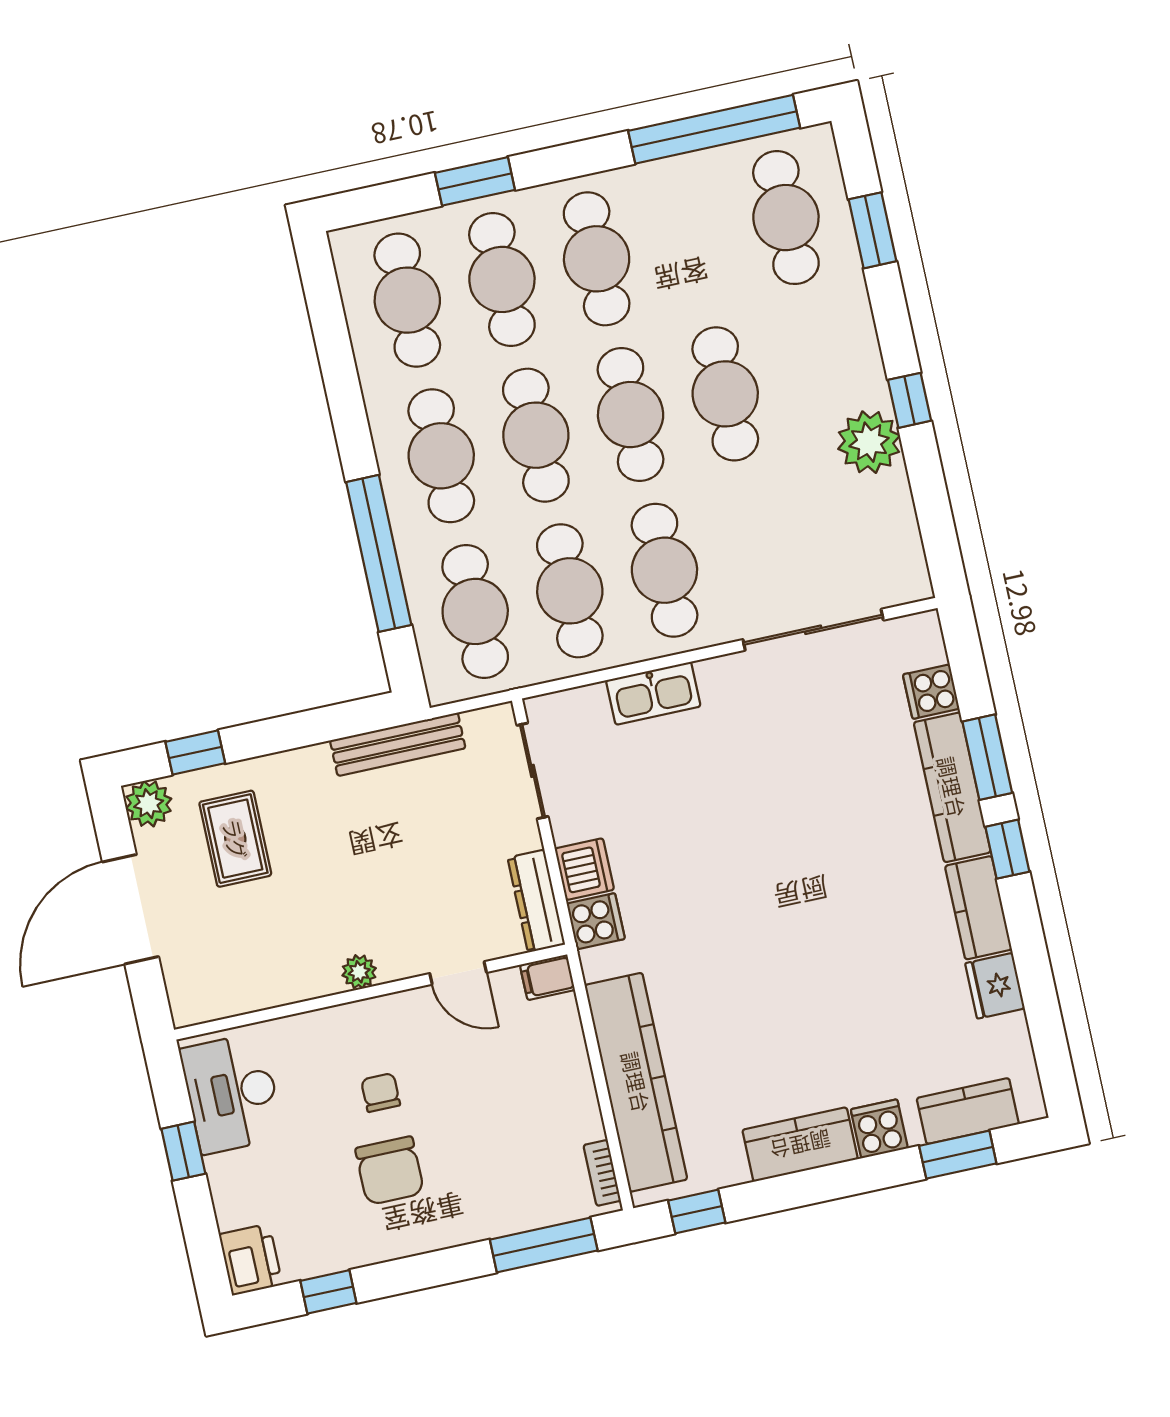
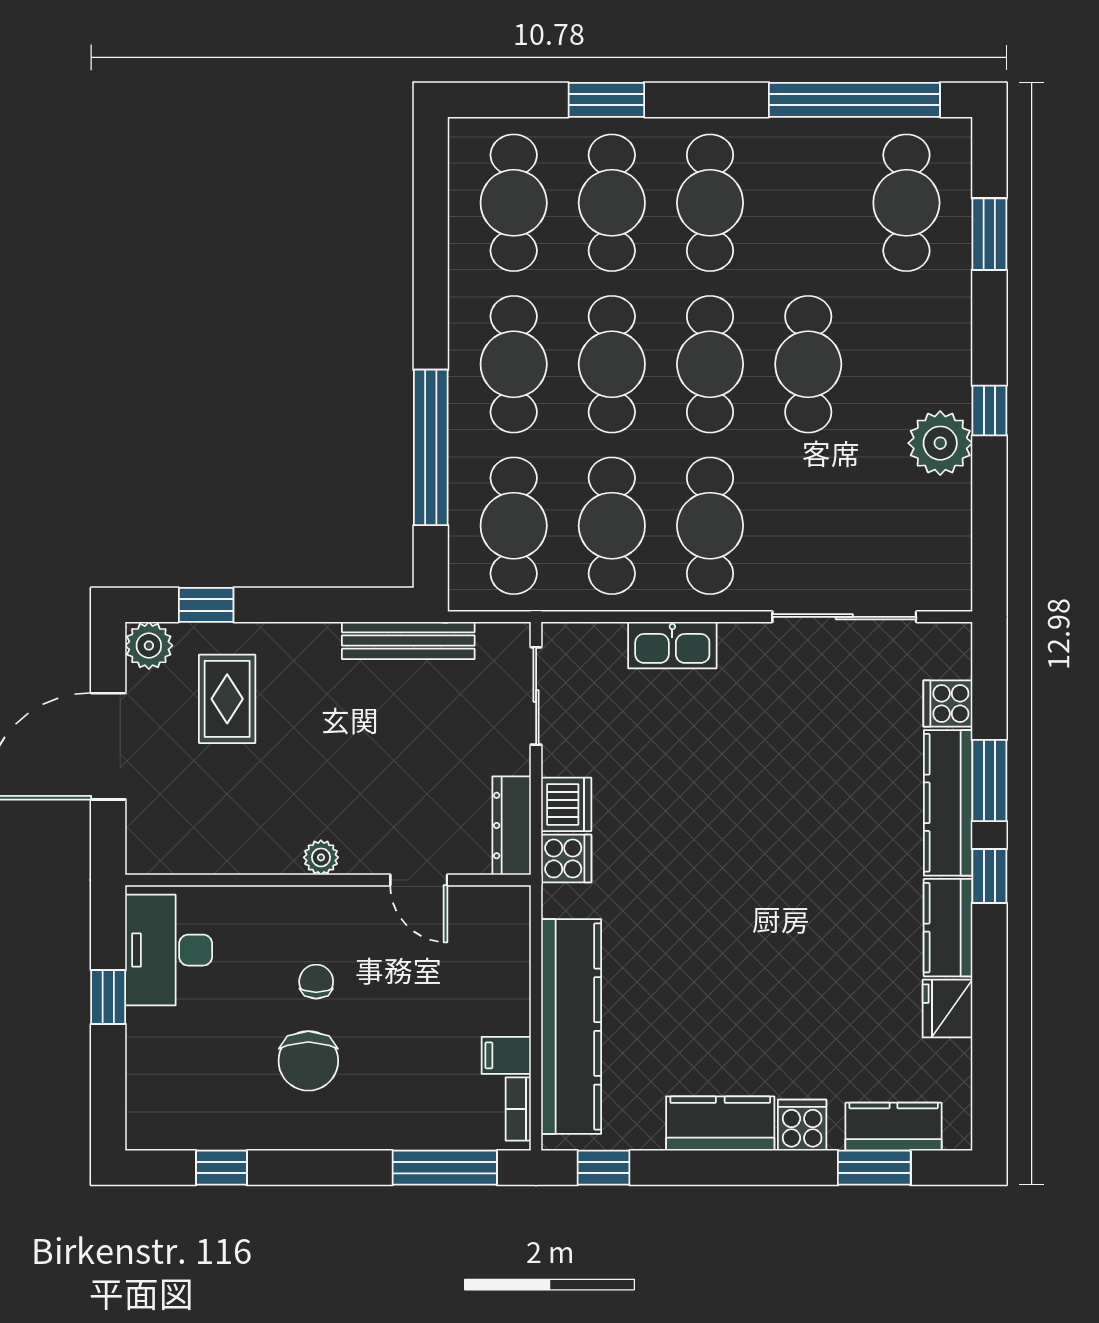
filing cabinet: (547, 977) -> (506, 1055), moved
printer: (251, 1260) -> (151, 1119), removed

